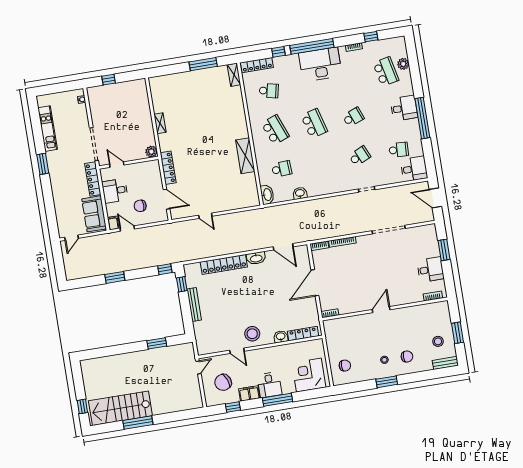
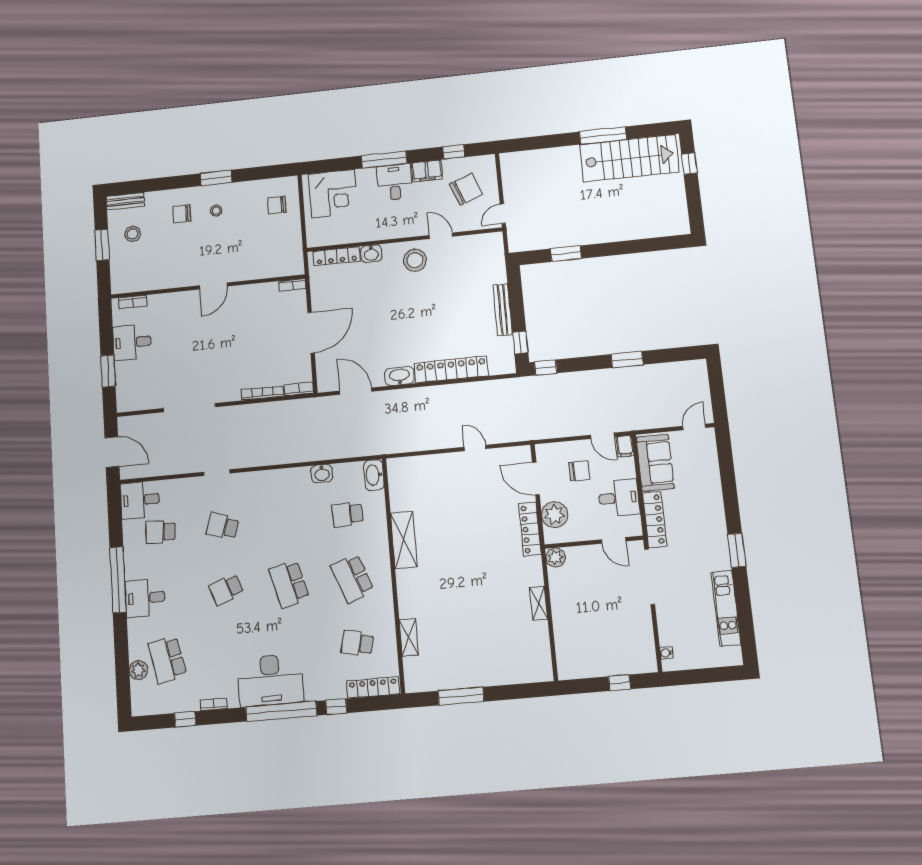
shelving: (234, 75) -> (409, 637), moved
school desk: (360, 156) -> (222, 526), turned 42
plant: (154, 178) -> (555, 515), added

